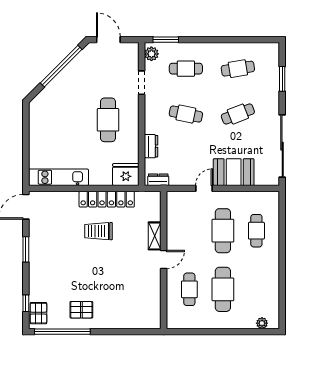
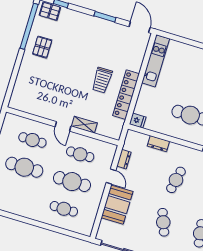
fridge: (126, 175) -> (138, 121), width x0.53, depth x0.75
dresser: (158, 180) -> (124, 159), moved
trolley: (98, 231) -> (102, 80), turned 180
cafe table: (189, 231) -> (80, 154), added

